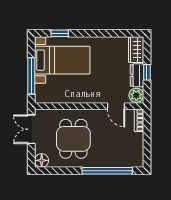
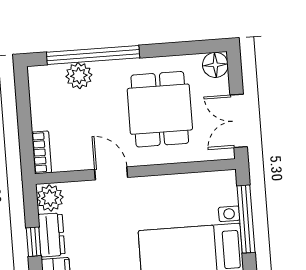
door: (116, 106) -> (111, 173), moved
double door: (31, 129) -> (239, 121), swing flipped
plant: (116, 160) -> (79, 76), added

